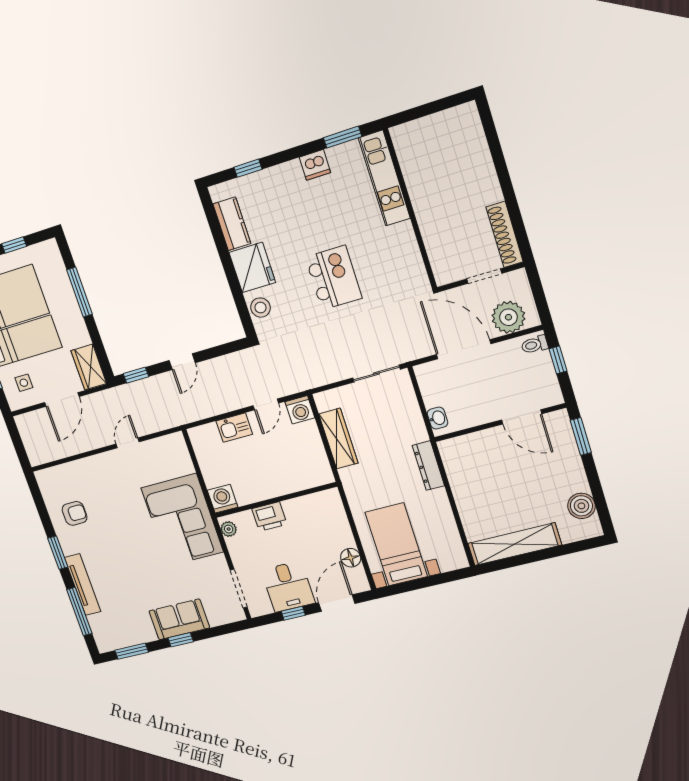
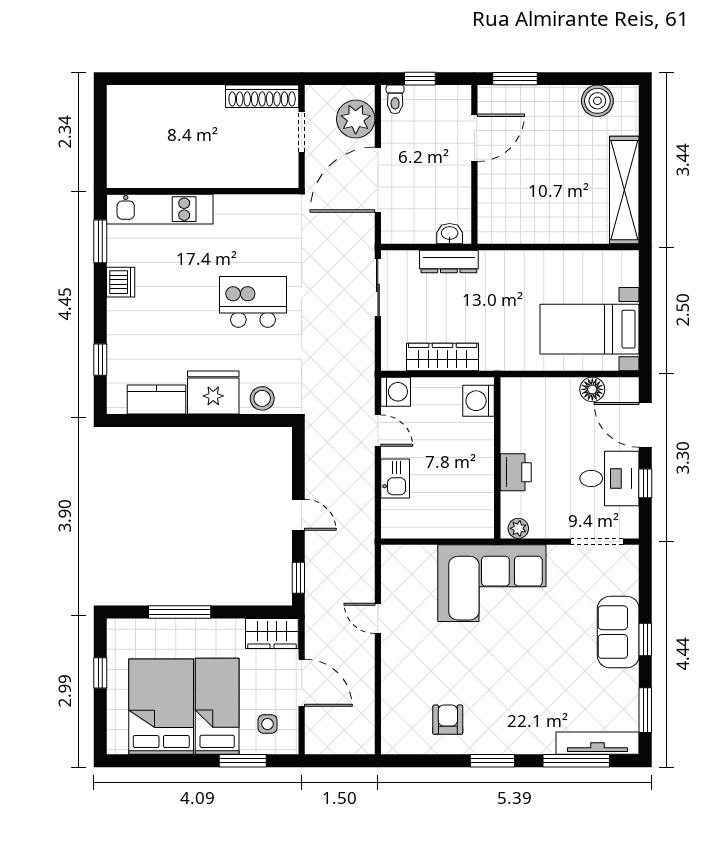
dresser: (428, 466) -> (449, 262), moved
washing machine: (223, 499) -> (479, 401), moved
tv unit: (83, 585) -> (598, 743), moved

